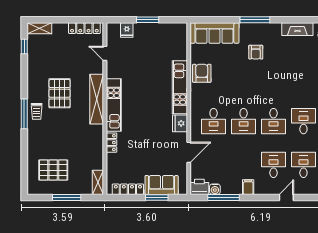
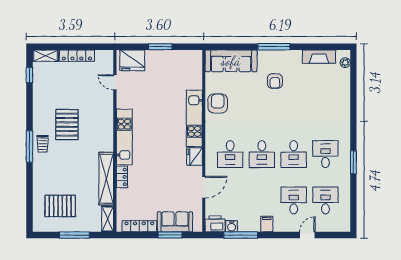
locker: (84, 28) -> (77, 56), moved
fridge: (127, 30) -> (132, 60), width x1.88, depth x1.34
shelving: (97, 99) -> (106, 179), moved

